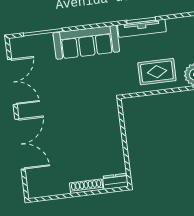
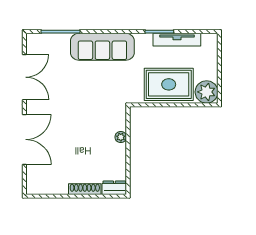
tv unit: (142, 28) -> (177, 40), moved
rug: (157, 72) -> (169, 84), width x1.36, depth x1.43
plant: (116, 130) -> (121, 137), added

